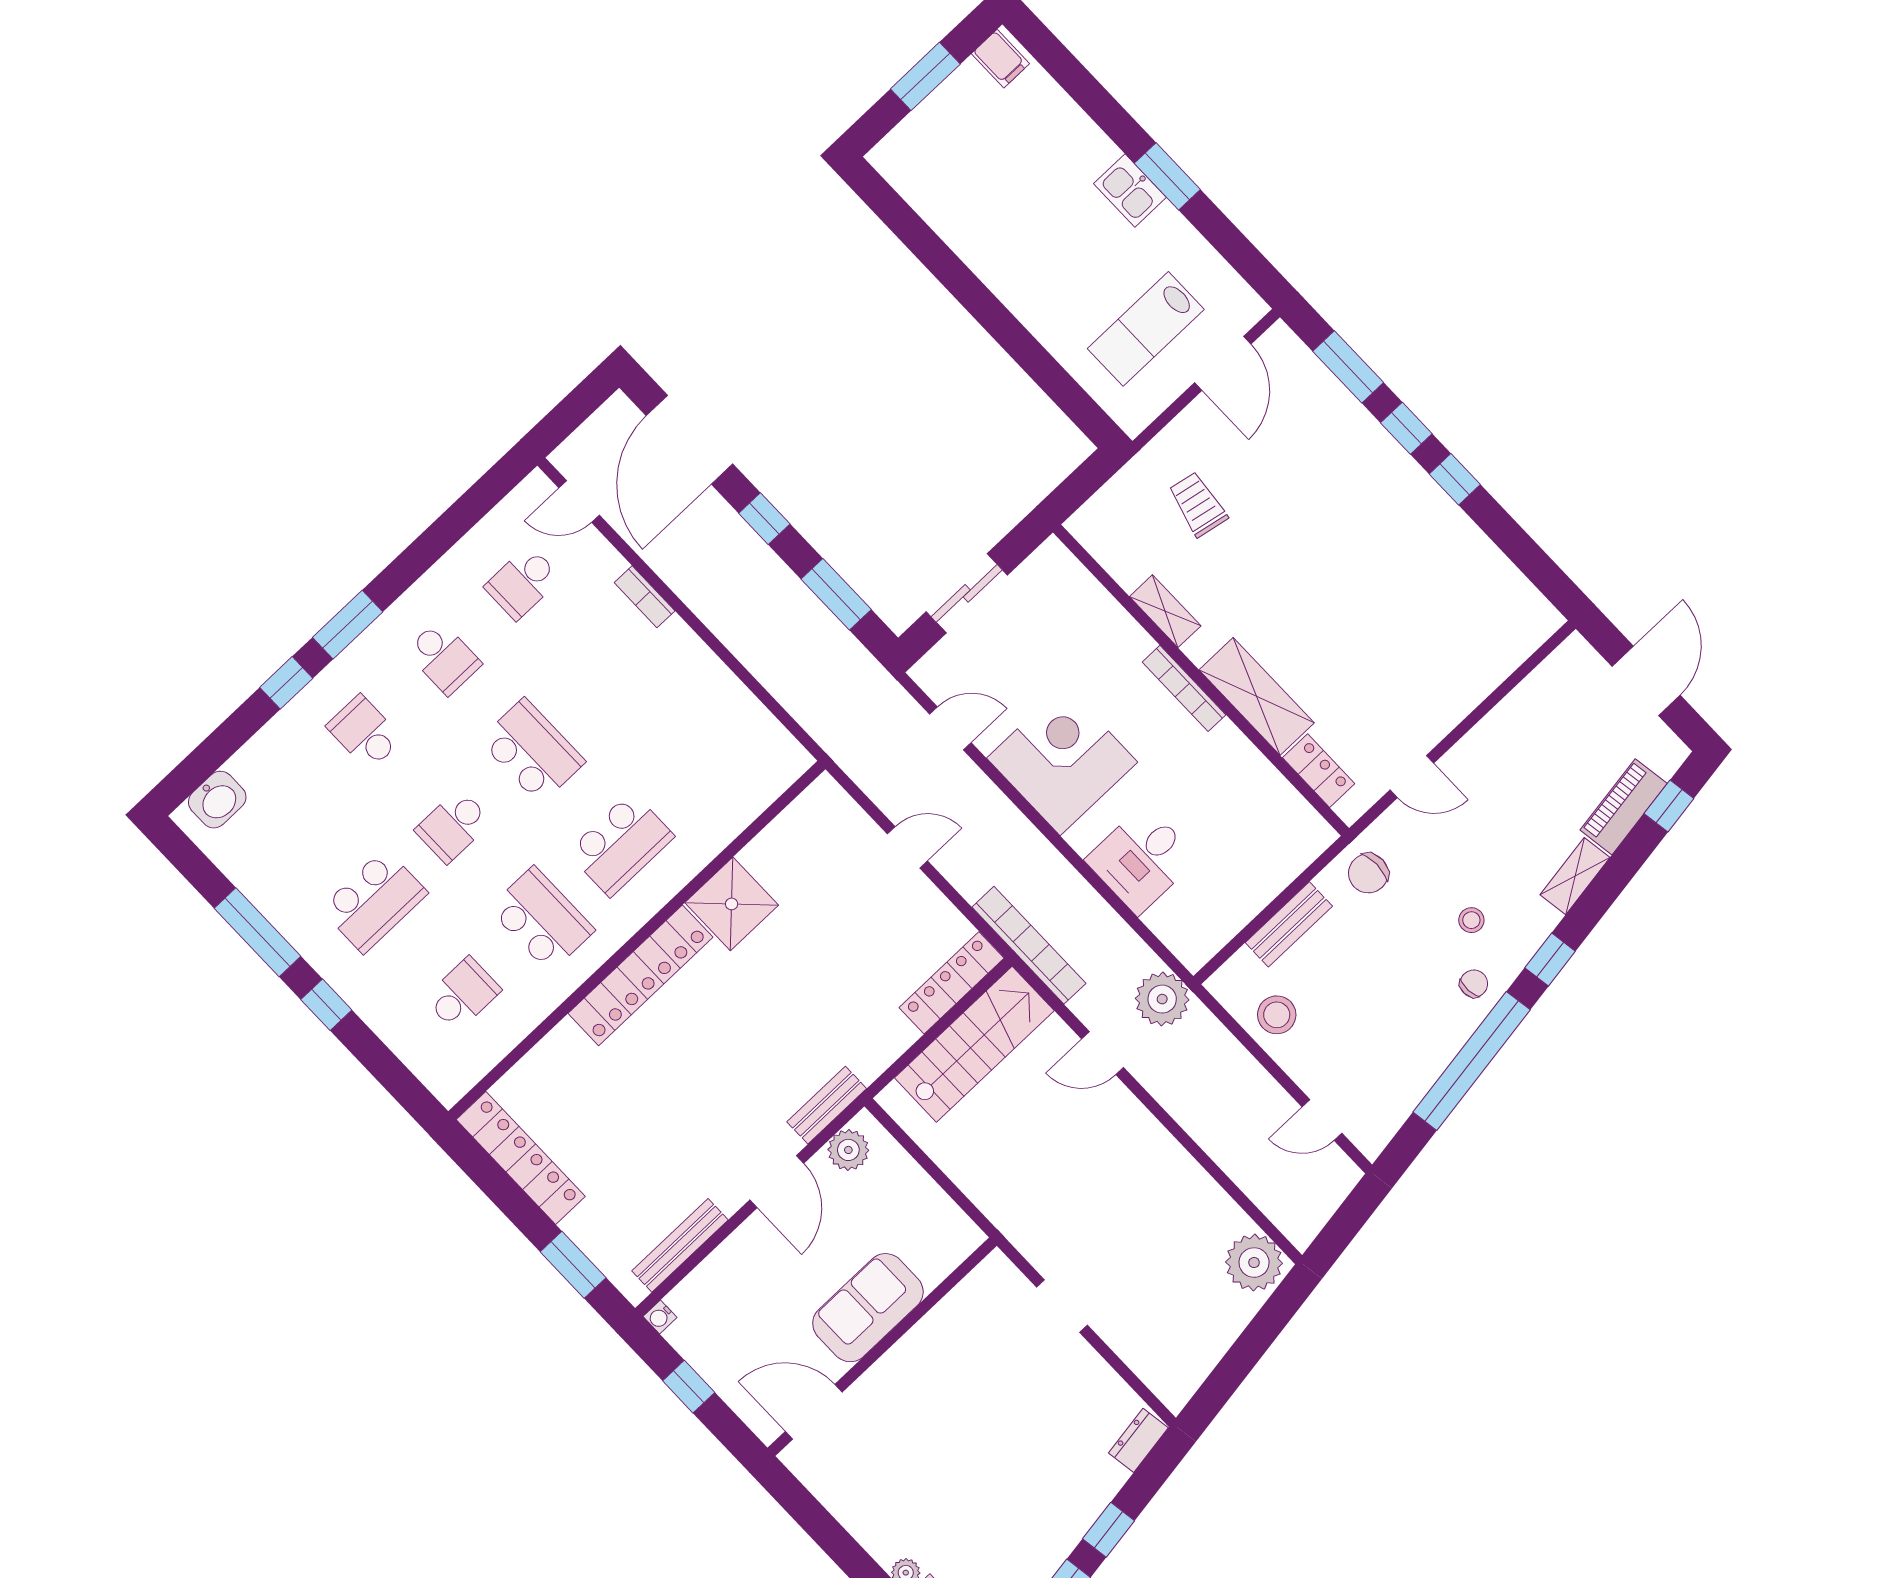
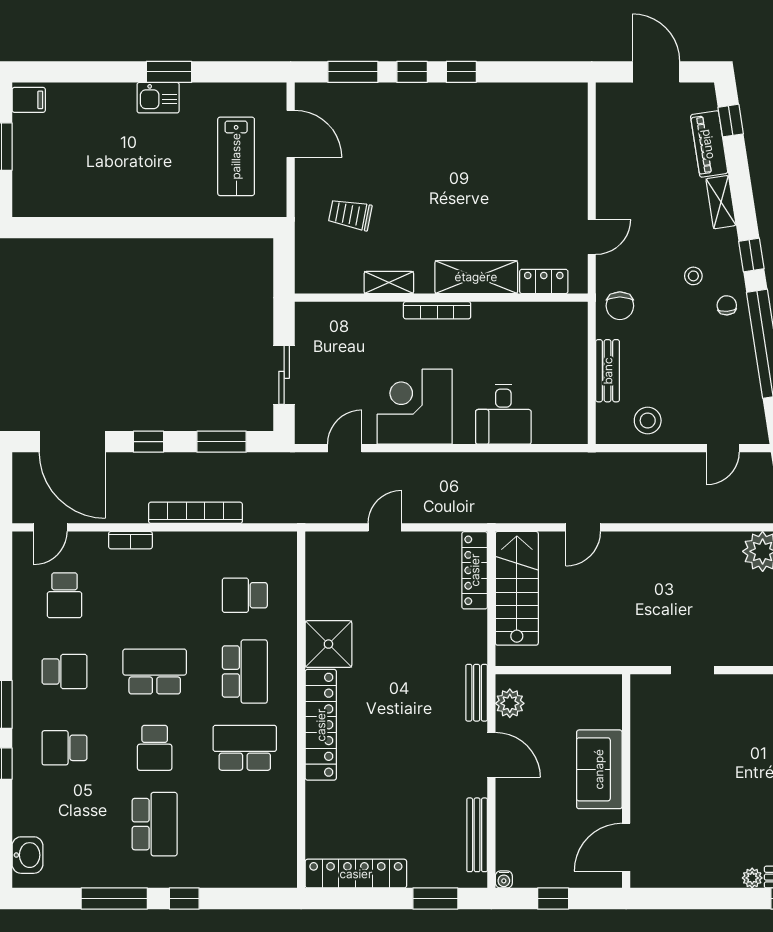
bookcase: (1029, 945) -> (195, 513), moved
school desk: (463, 994) -> (245, 595), moved, turned -90
plant: (1162, 999) -> (584, 471), removed

